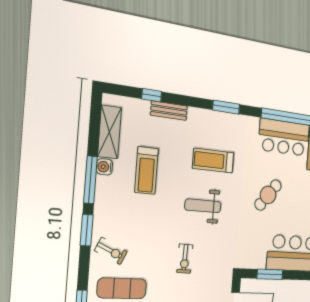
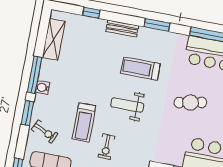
bench: (169, 111) -> (122, 29), moved
water cooler: (104, 167) -> (43, 88), moved
treadmill: (146, 170) -> (84, 122), moved
cafe table: (268, 195) -> (190, 102), turned 40

